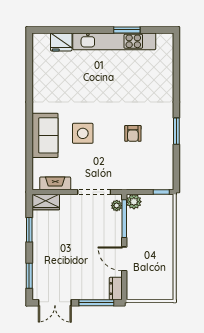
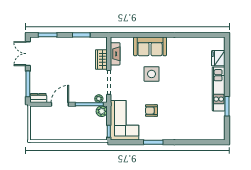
kitchen unit: (114, 41) -> (219, 89), width x0.73
corner sofa: (146, 170) -> (124, 120), added
wardrobe: (46, 202) -> (101, 59), moved

